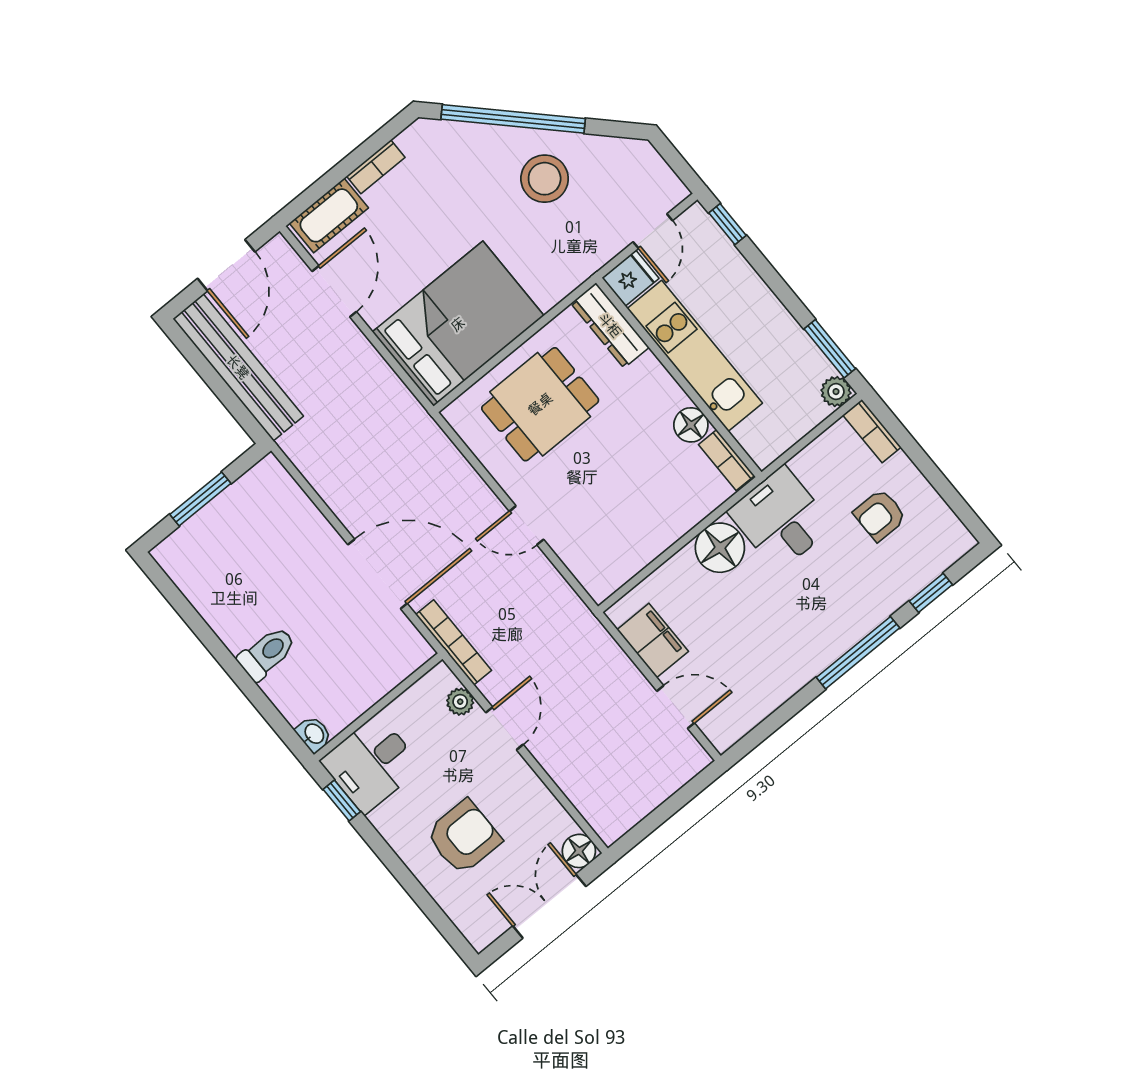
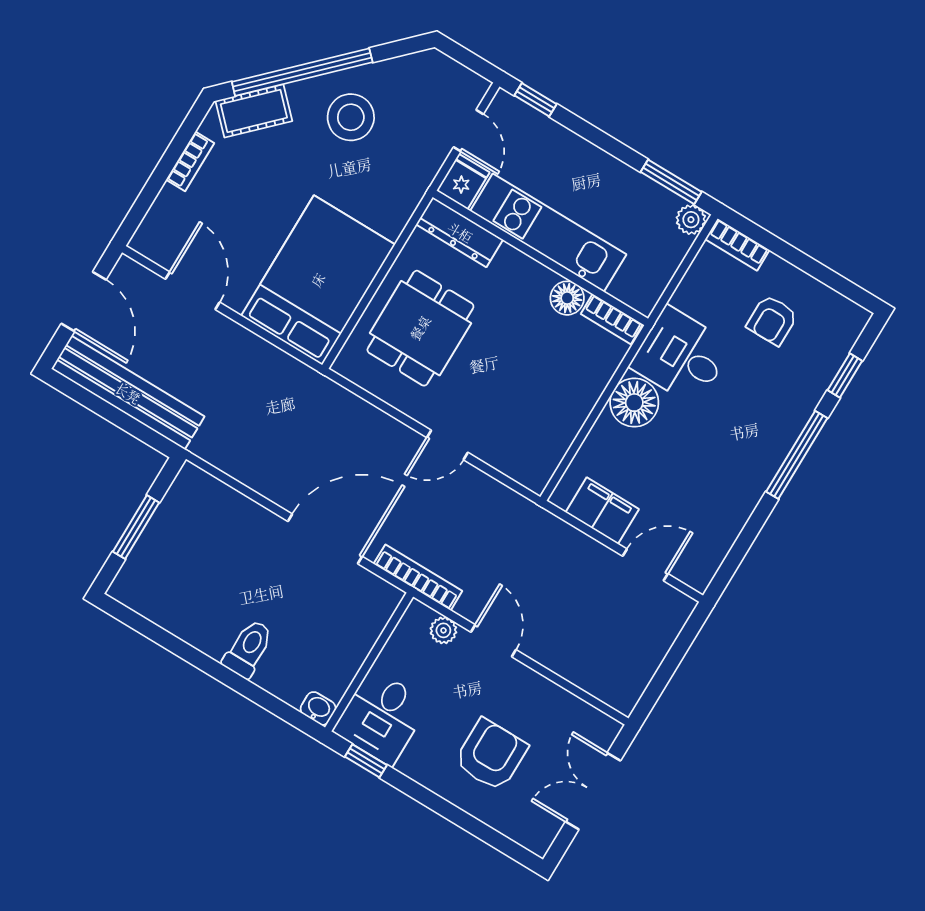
cot: (329, 215) -> (254, 111), moved, turned 45
floor lamp: (579, 851) -> (603, 730), removed

